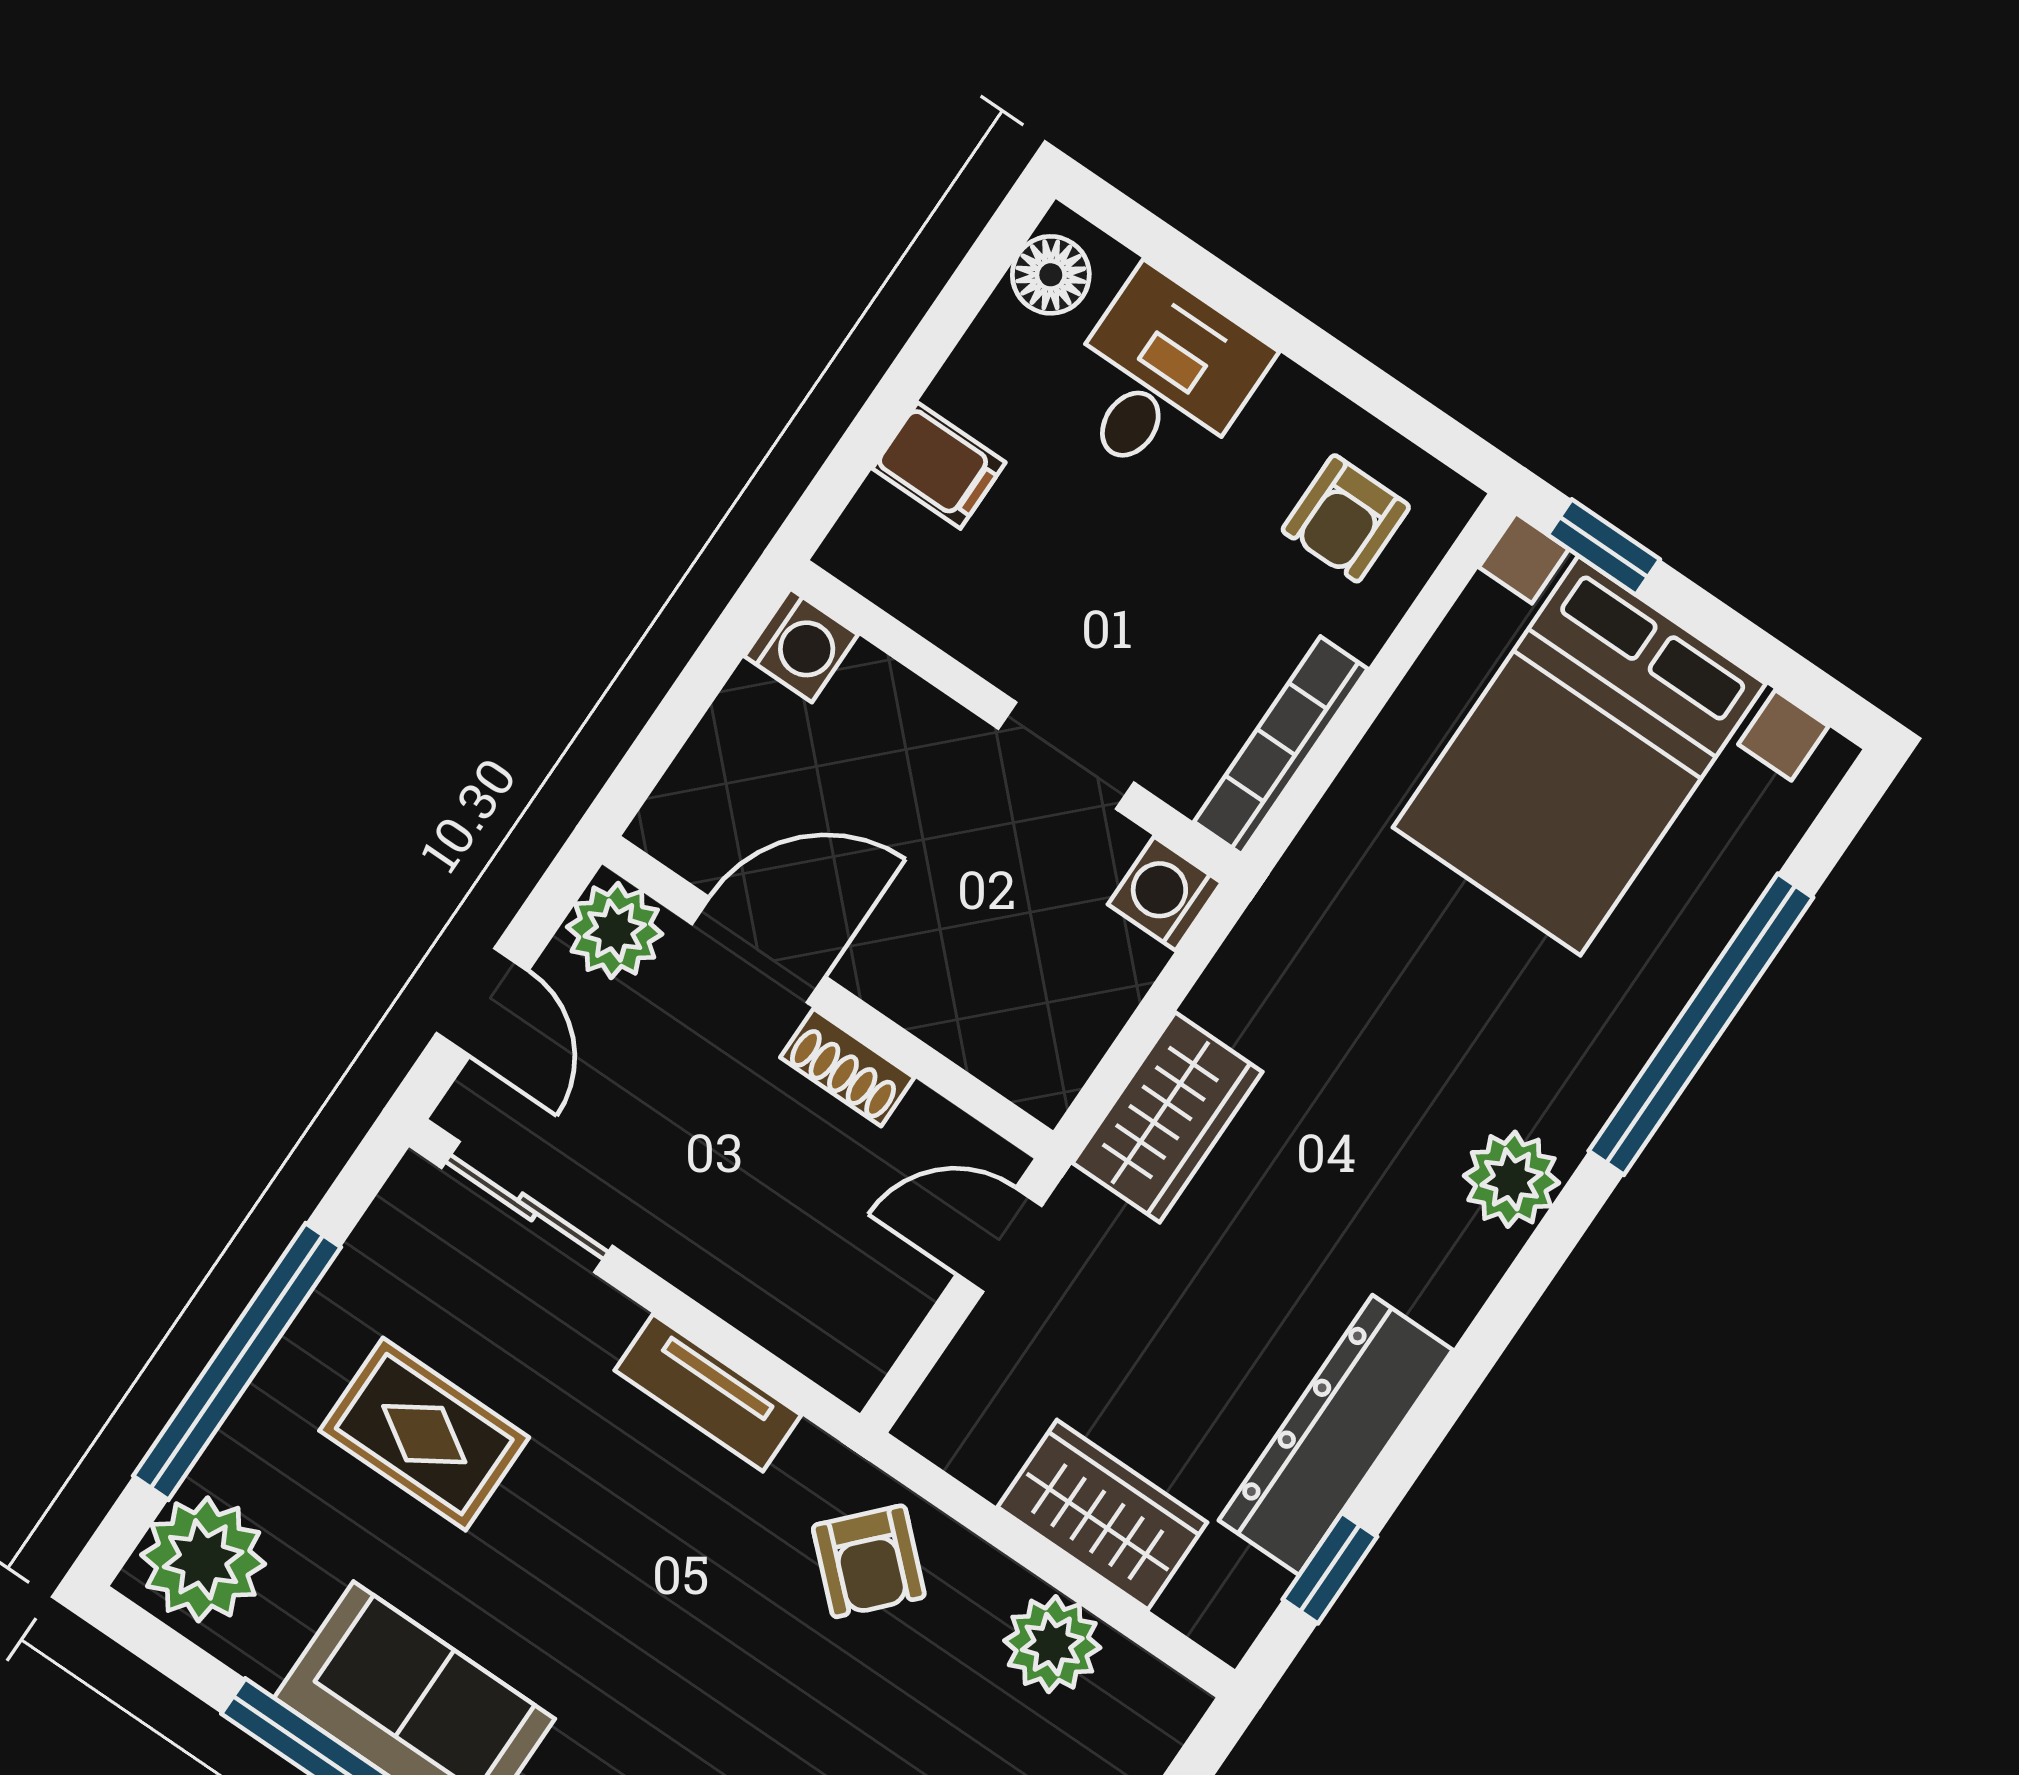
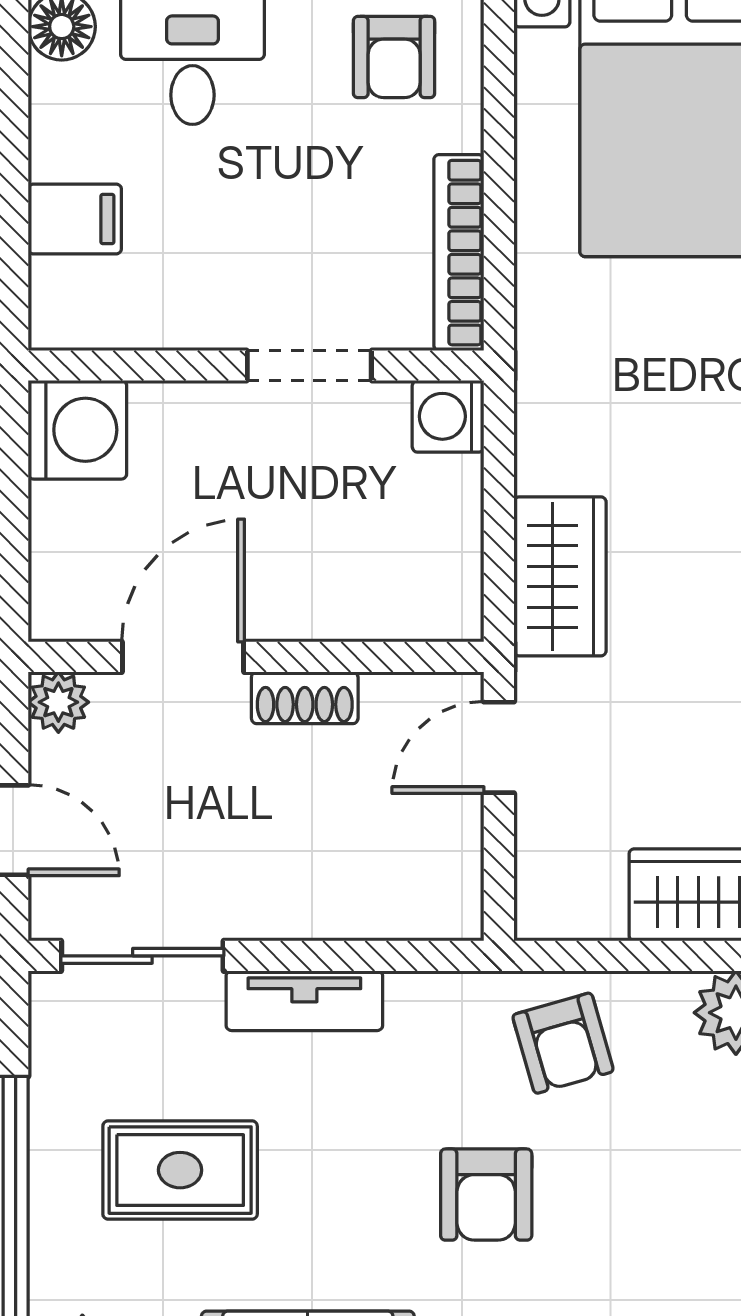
washing machine: (801, 645) -> (77, 430), width x1.38, depth x1.38
plant: (615, 930) -> (58, 702), width x0.73, depth x0.73
tv unit: (708, 1393) -> (304, 1001), moved
armchair: (869, 1561) -> (563, 1043), turned 31
armchair: (698, 1655) -> (486, 1195), added

